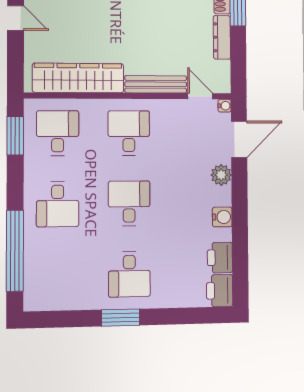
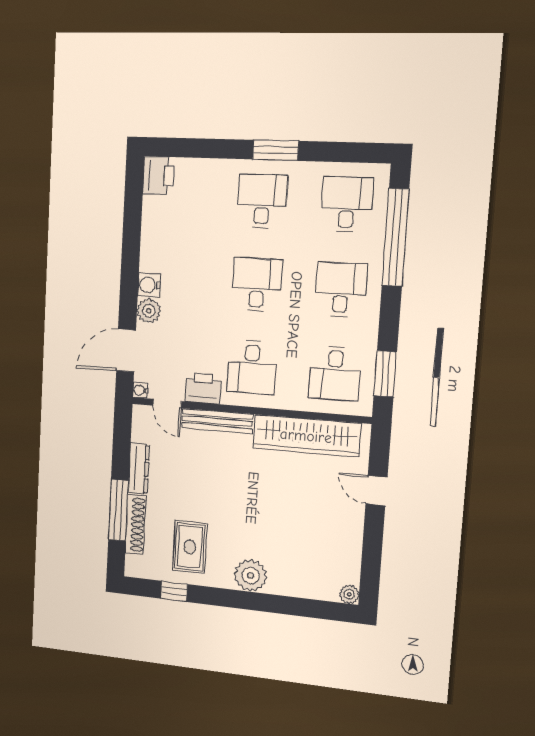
door: (16, 18) -> (376, 491), moved
desk: (129, 203) -> (257, 285), turned 180
water cooler: (222, 217) -> (149, 285), moved
printer: (220, 258) -> (203, 388), moved, turned -90
desk: (58, 276) -> (347, 204), added

